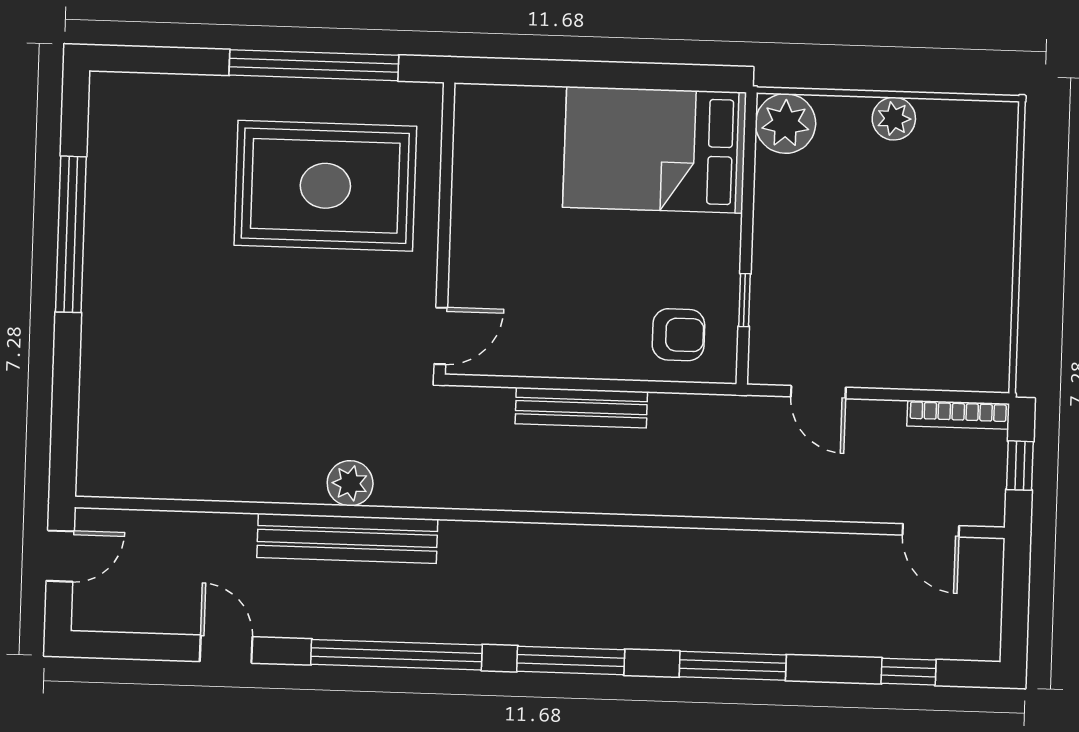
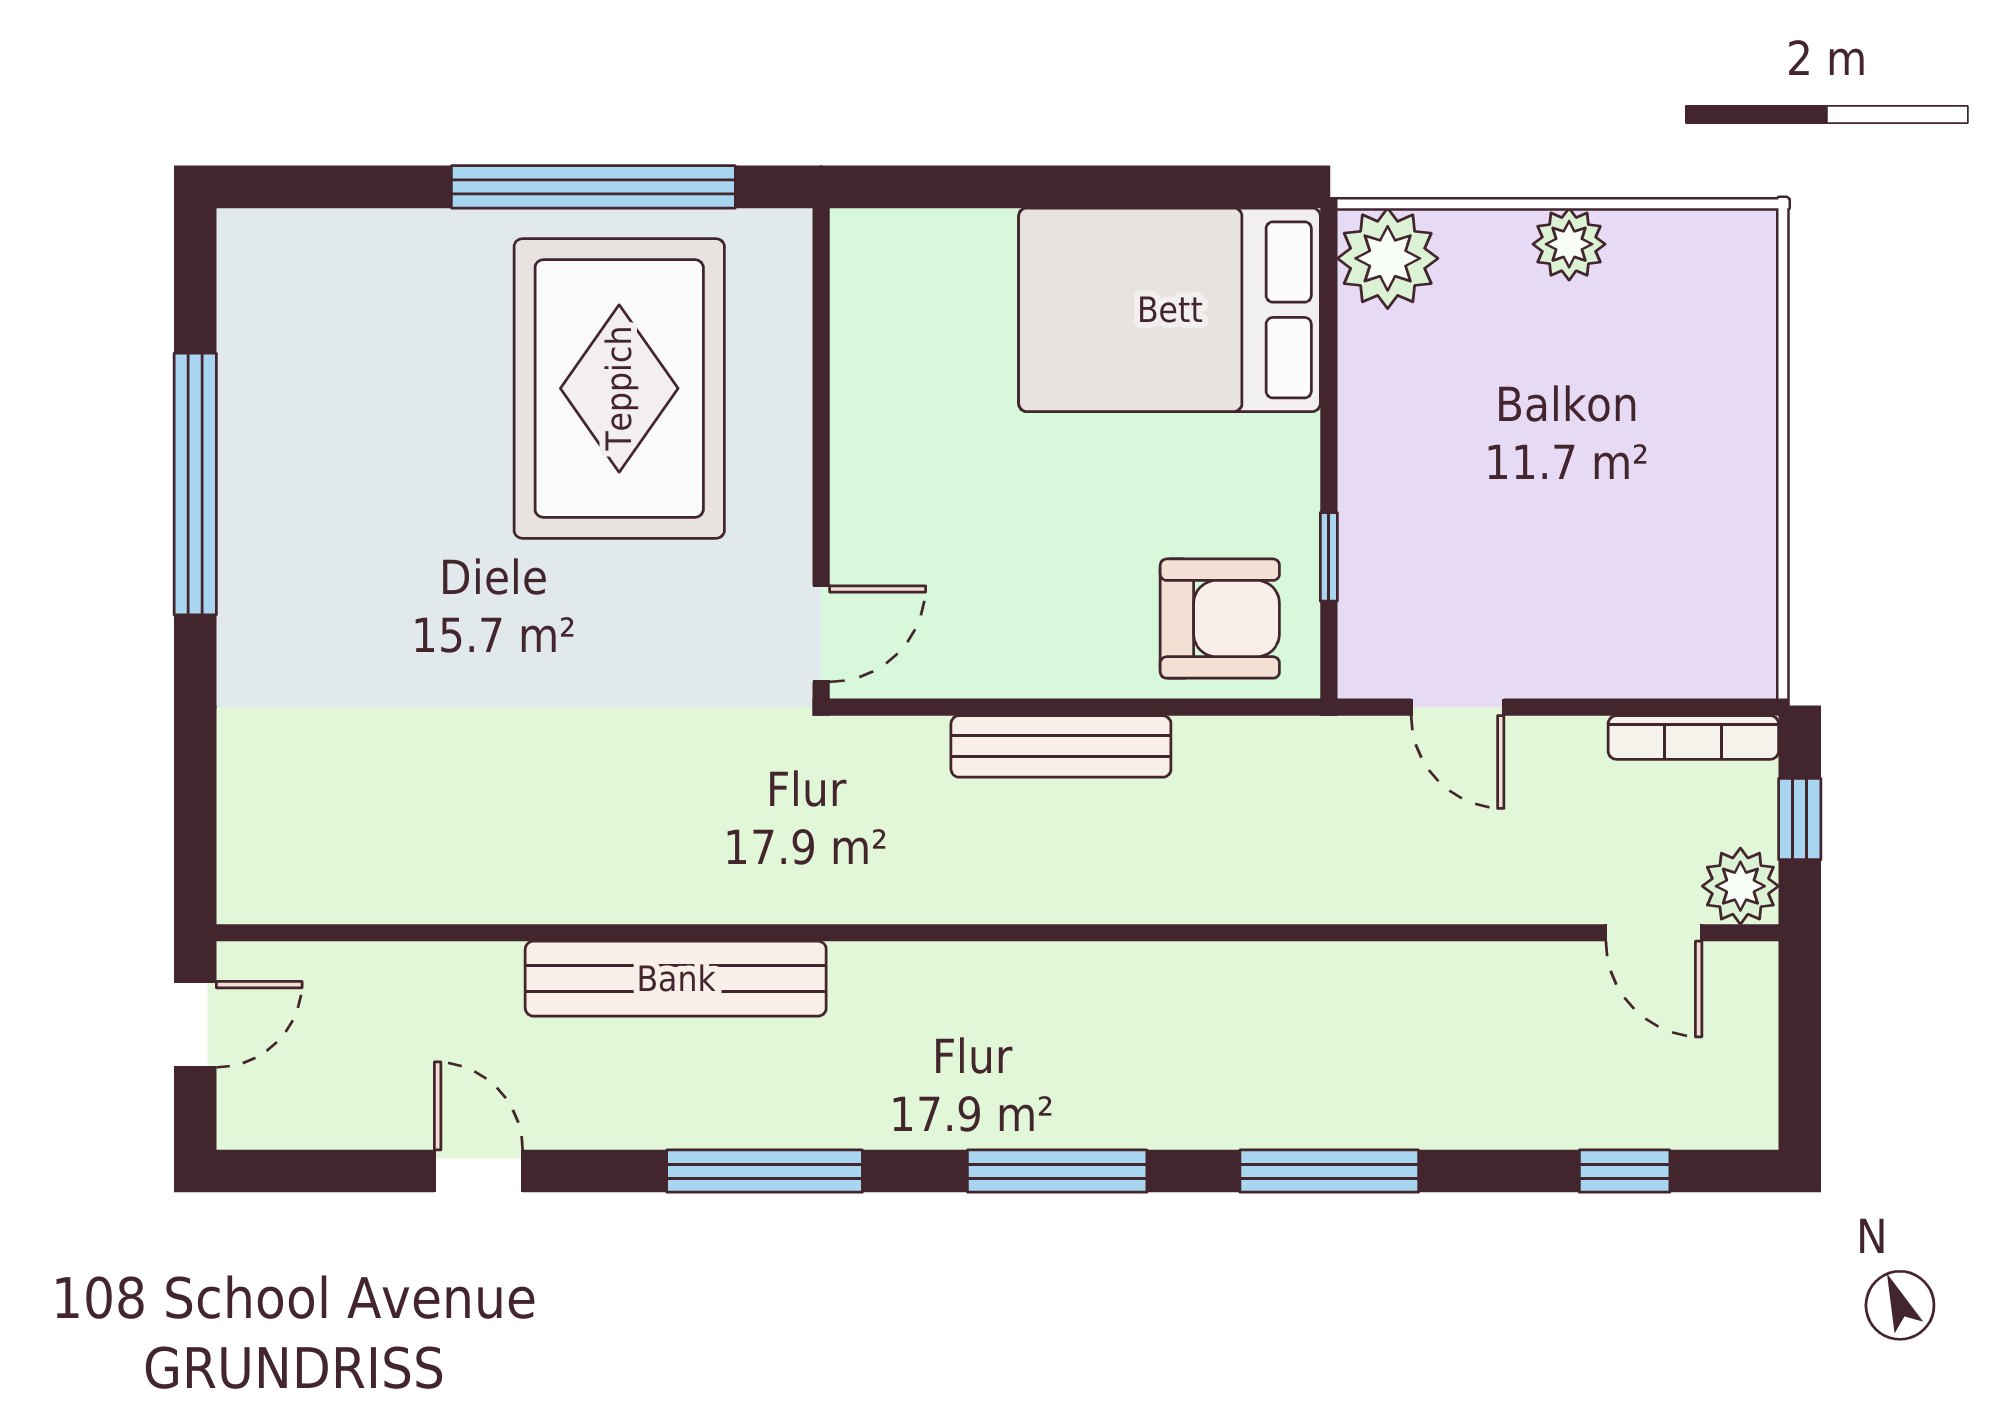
rug: (325, 186) -> (619, 388), turned 90
armchair: (678, 335) -> (1220, 619), width x1.38, depth x1.38
plant: (350, 483) -> (1740, 886), moved
window: (396, 655) -> (765, 1171), width x0.68

